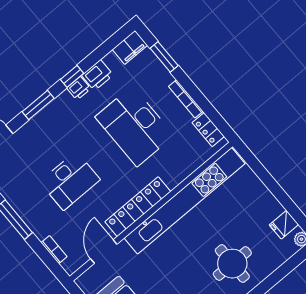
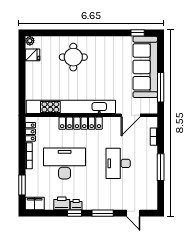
desk: (135, 126) -> (65, 163), turned -90
desk: (70, 181) -> (118, 163), turned -90
locker: (138, 207) -> (81, 123), moved

